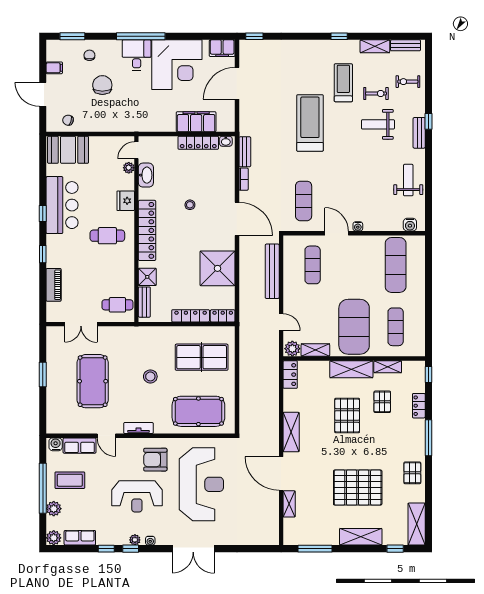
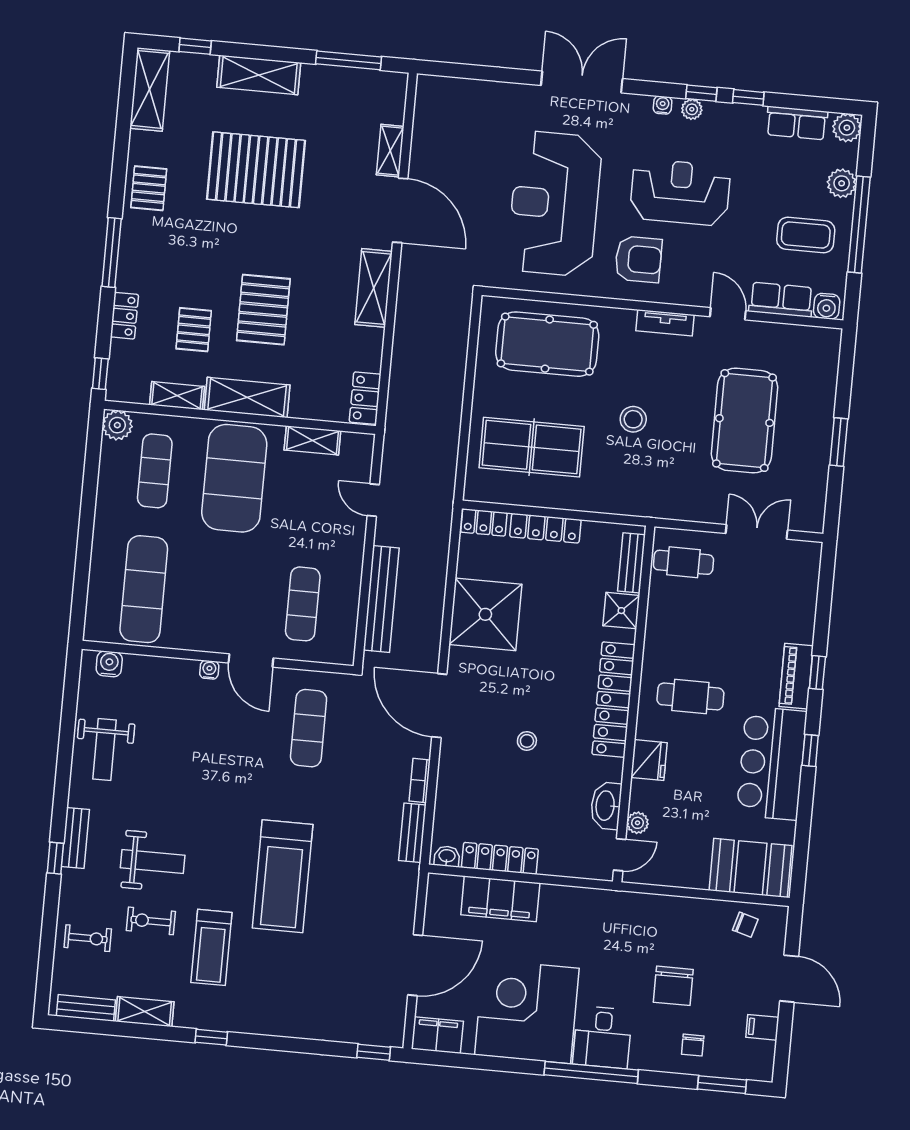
piano: (54, 285) -> (796, 676), moved
plant: (292, 349) -> (117, 425), moved

